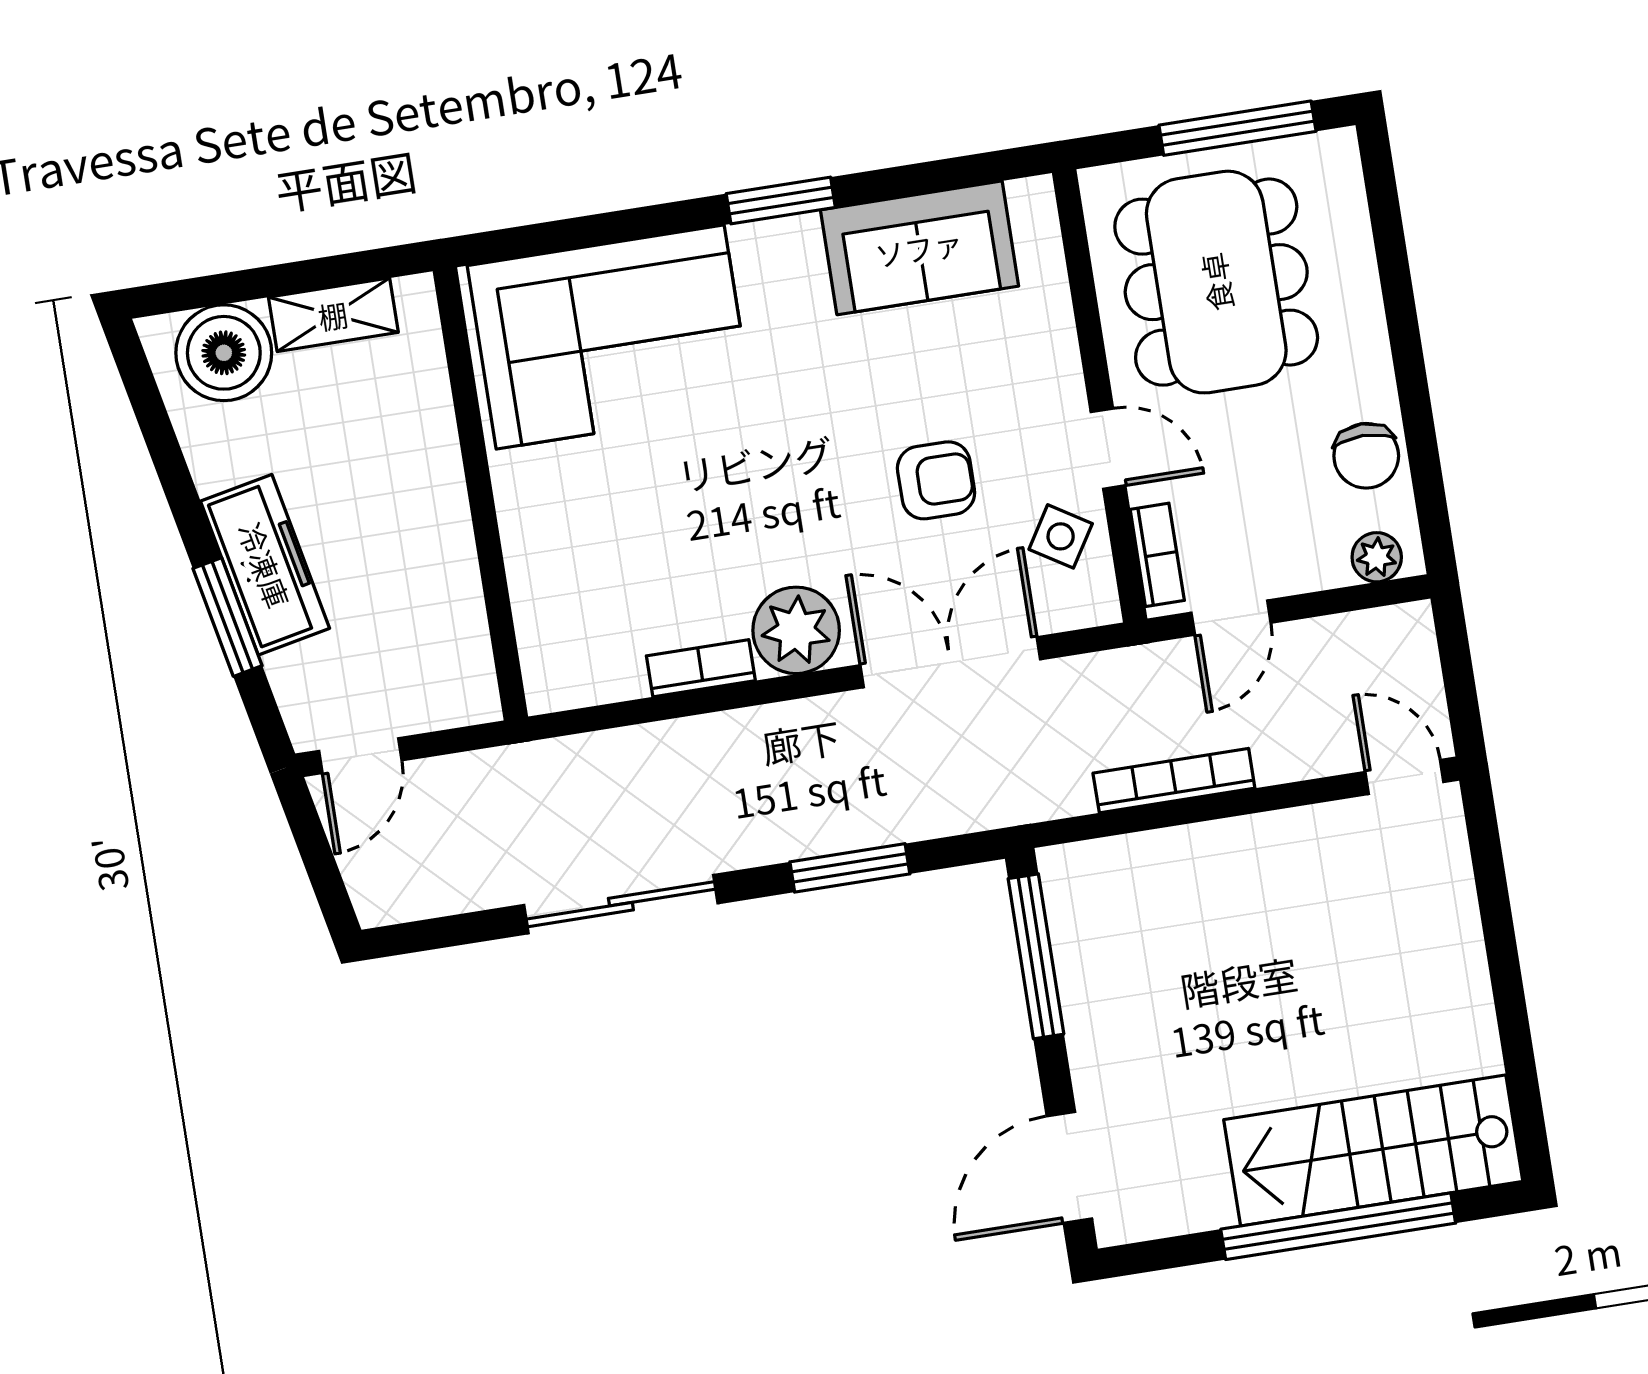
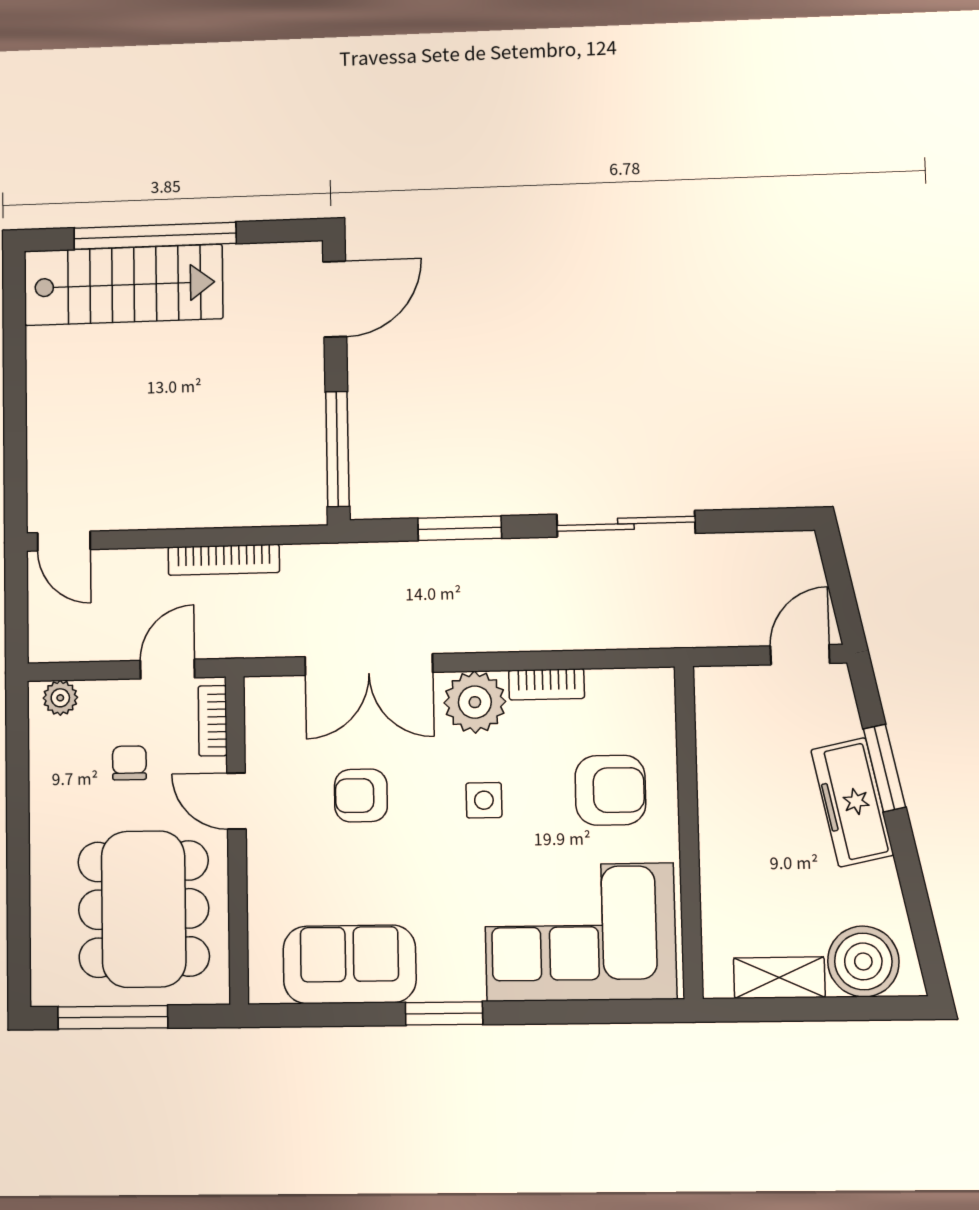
chair: (1366, 456) -> (129, 763), moved, width x0.73, depth x0.73
armchair: (594, 535) -> (610, 790), added
side table: (1061, 536) -> (484, 800), moved, turned -32

